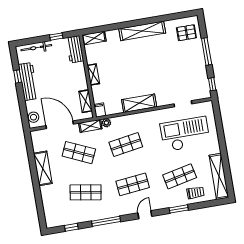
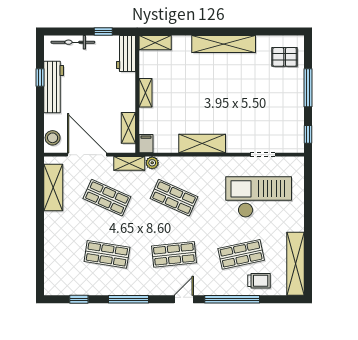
shop shelf: (126, 145) -> (174, 198), turned 33
shelving: (43, 168) -> (53, 187), moved
window: (179, 209) -> (232, 299), width x2.11

